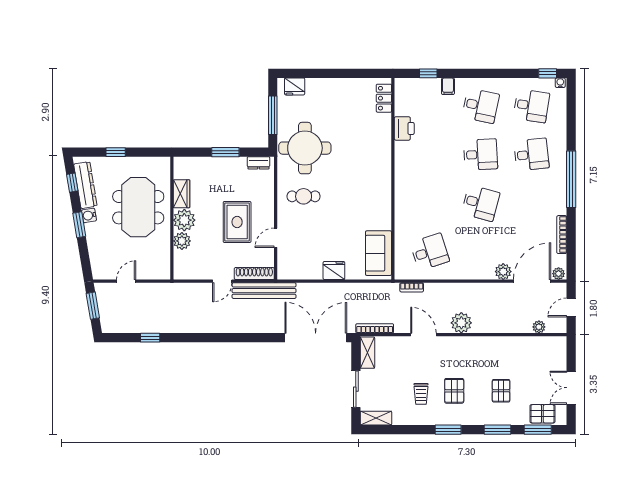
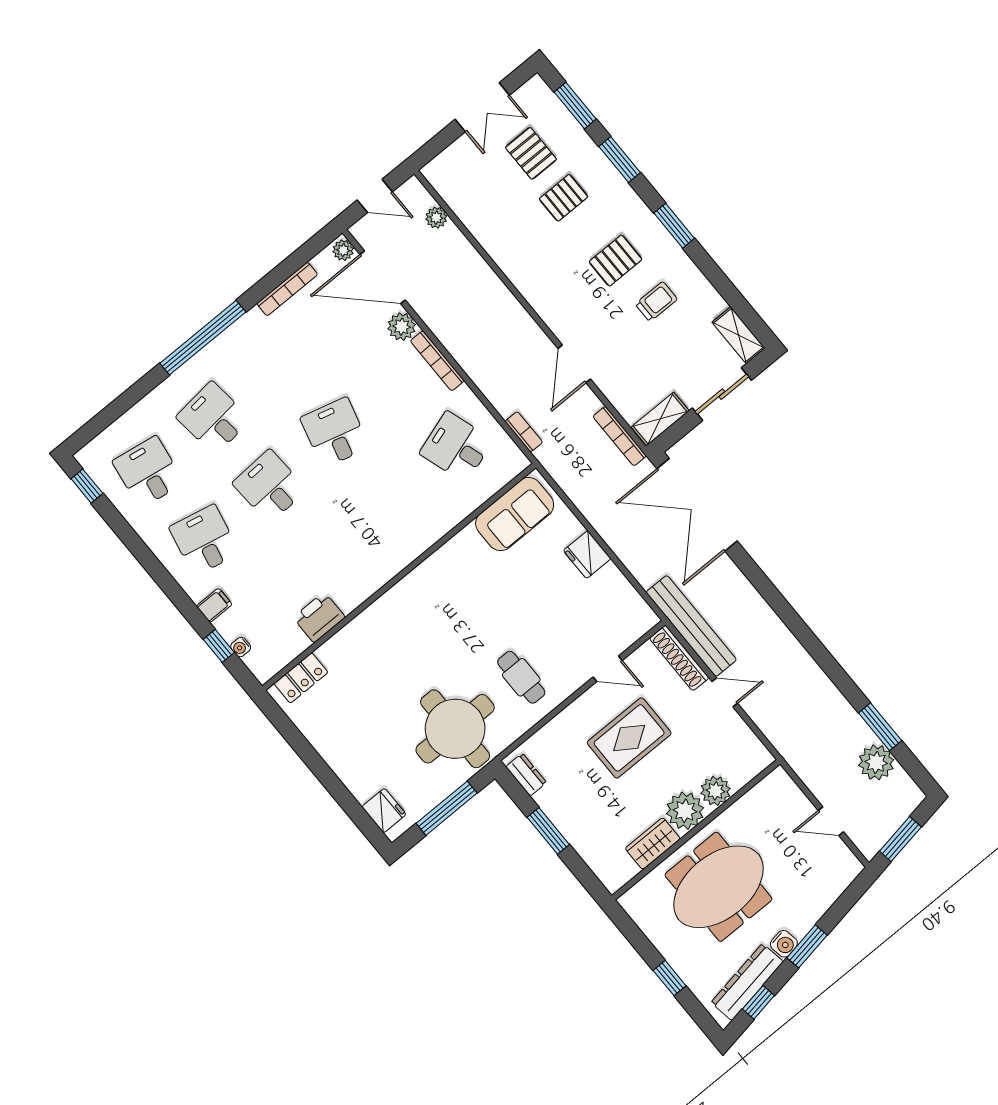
water cooler: (560, 83) -> (241, 647), moved
bookcase: (475, 275) -> (437, 361), added
plant: (461, 323) -> (876, 762), moved
window: (150, 338) -> (880, 727), width x1.50
pallet: (542, 414) -> (531, 153), moved

